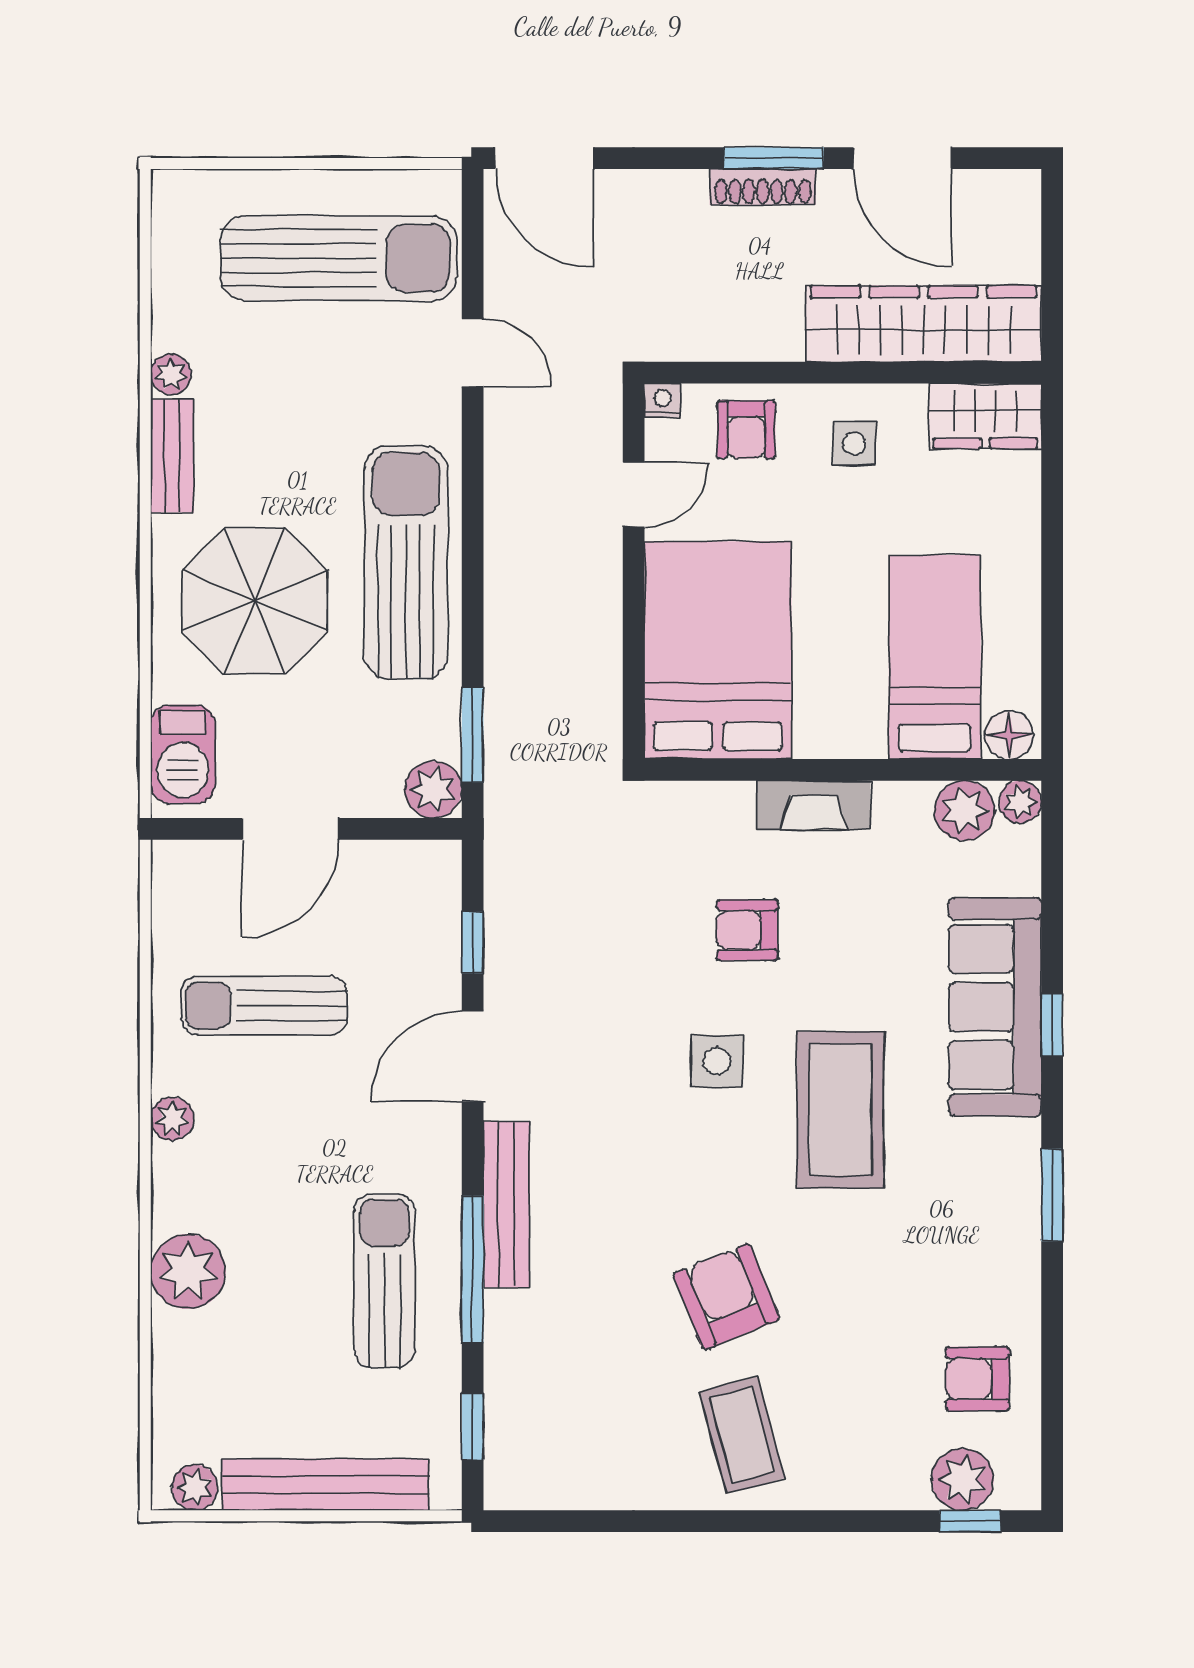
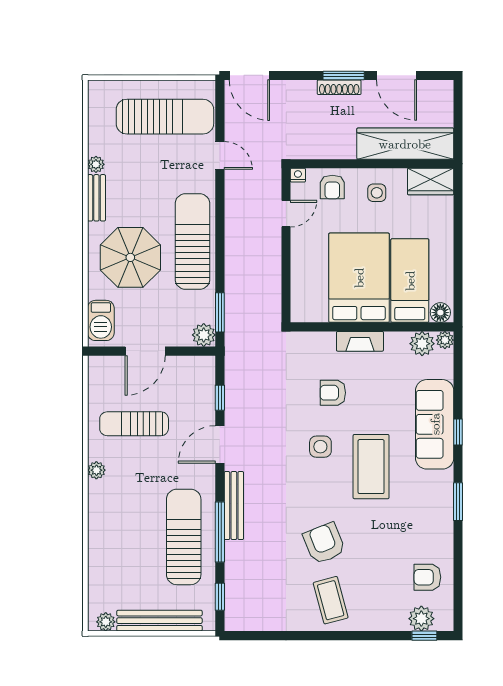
bed: (718, 650) -> (359, 278), moved
plant: (188, 1271) -> (103, 533), removed
sun lounger: (384, 1281) -> (184, 537), width x1.36, depth x1.34

